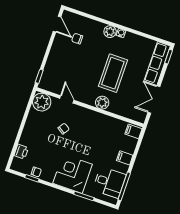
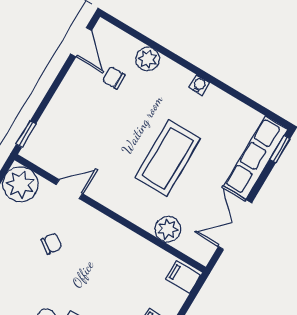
plant: (110, 32) -> (148, 59), moved
door: (67, 99) -> (69, 189), hinge flipped
plant: (102, 103) -> (168, 229), moved

